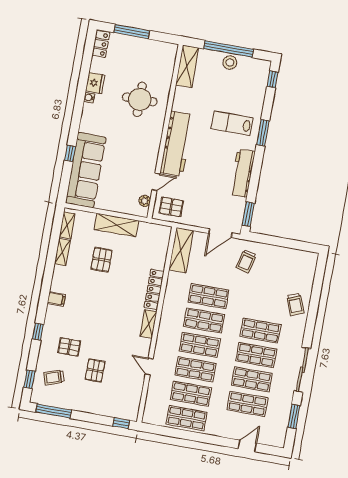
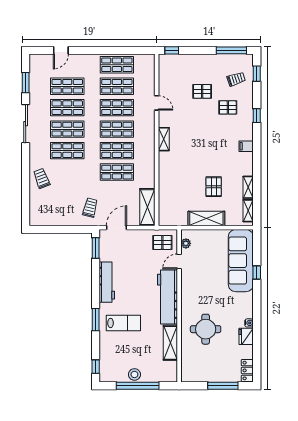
shelving: (187, 66) -> (170, 343), moved
locker: (154, 289) -> (164, 169), removed
pallet: (95, 370) -> (202, 91), turned 90

